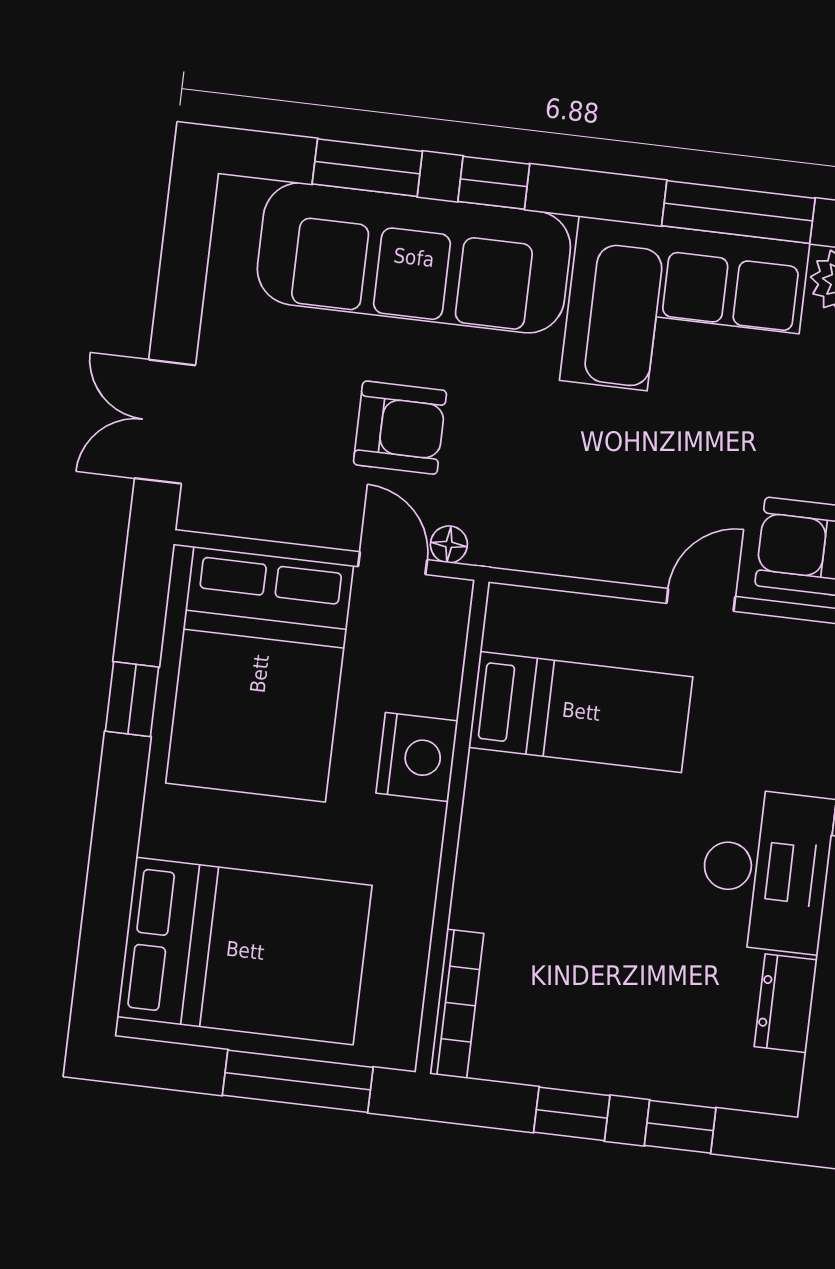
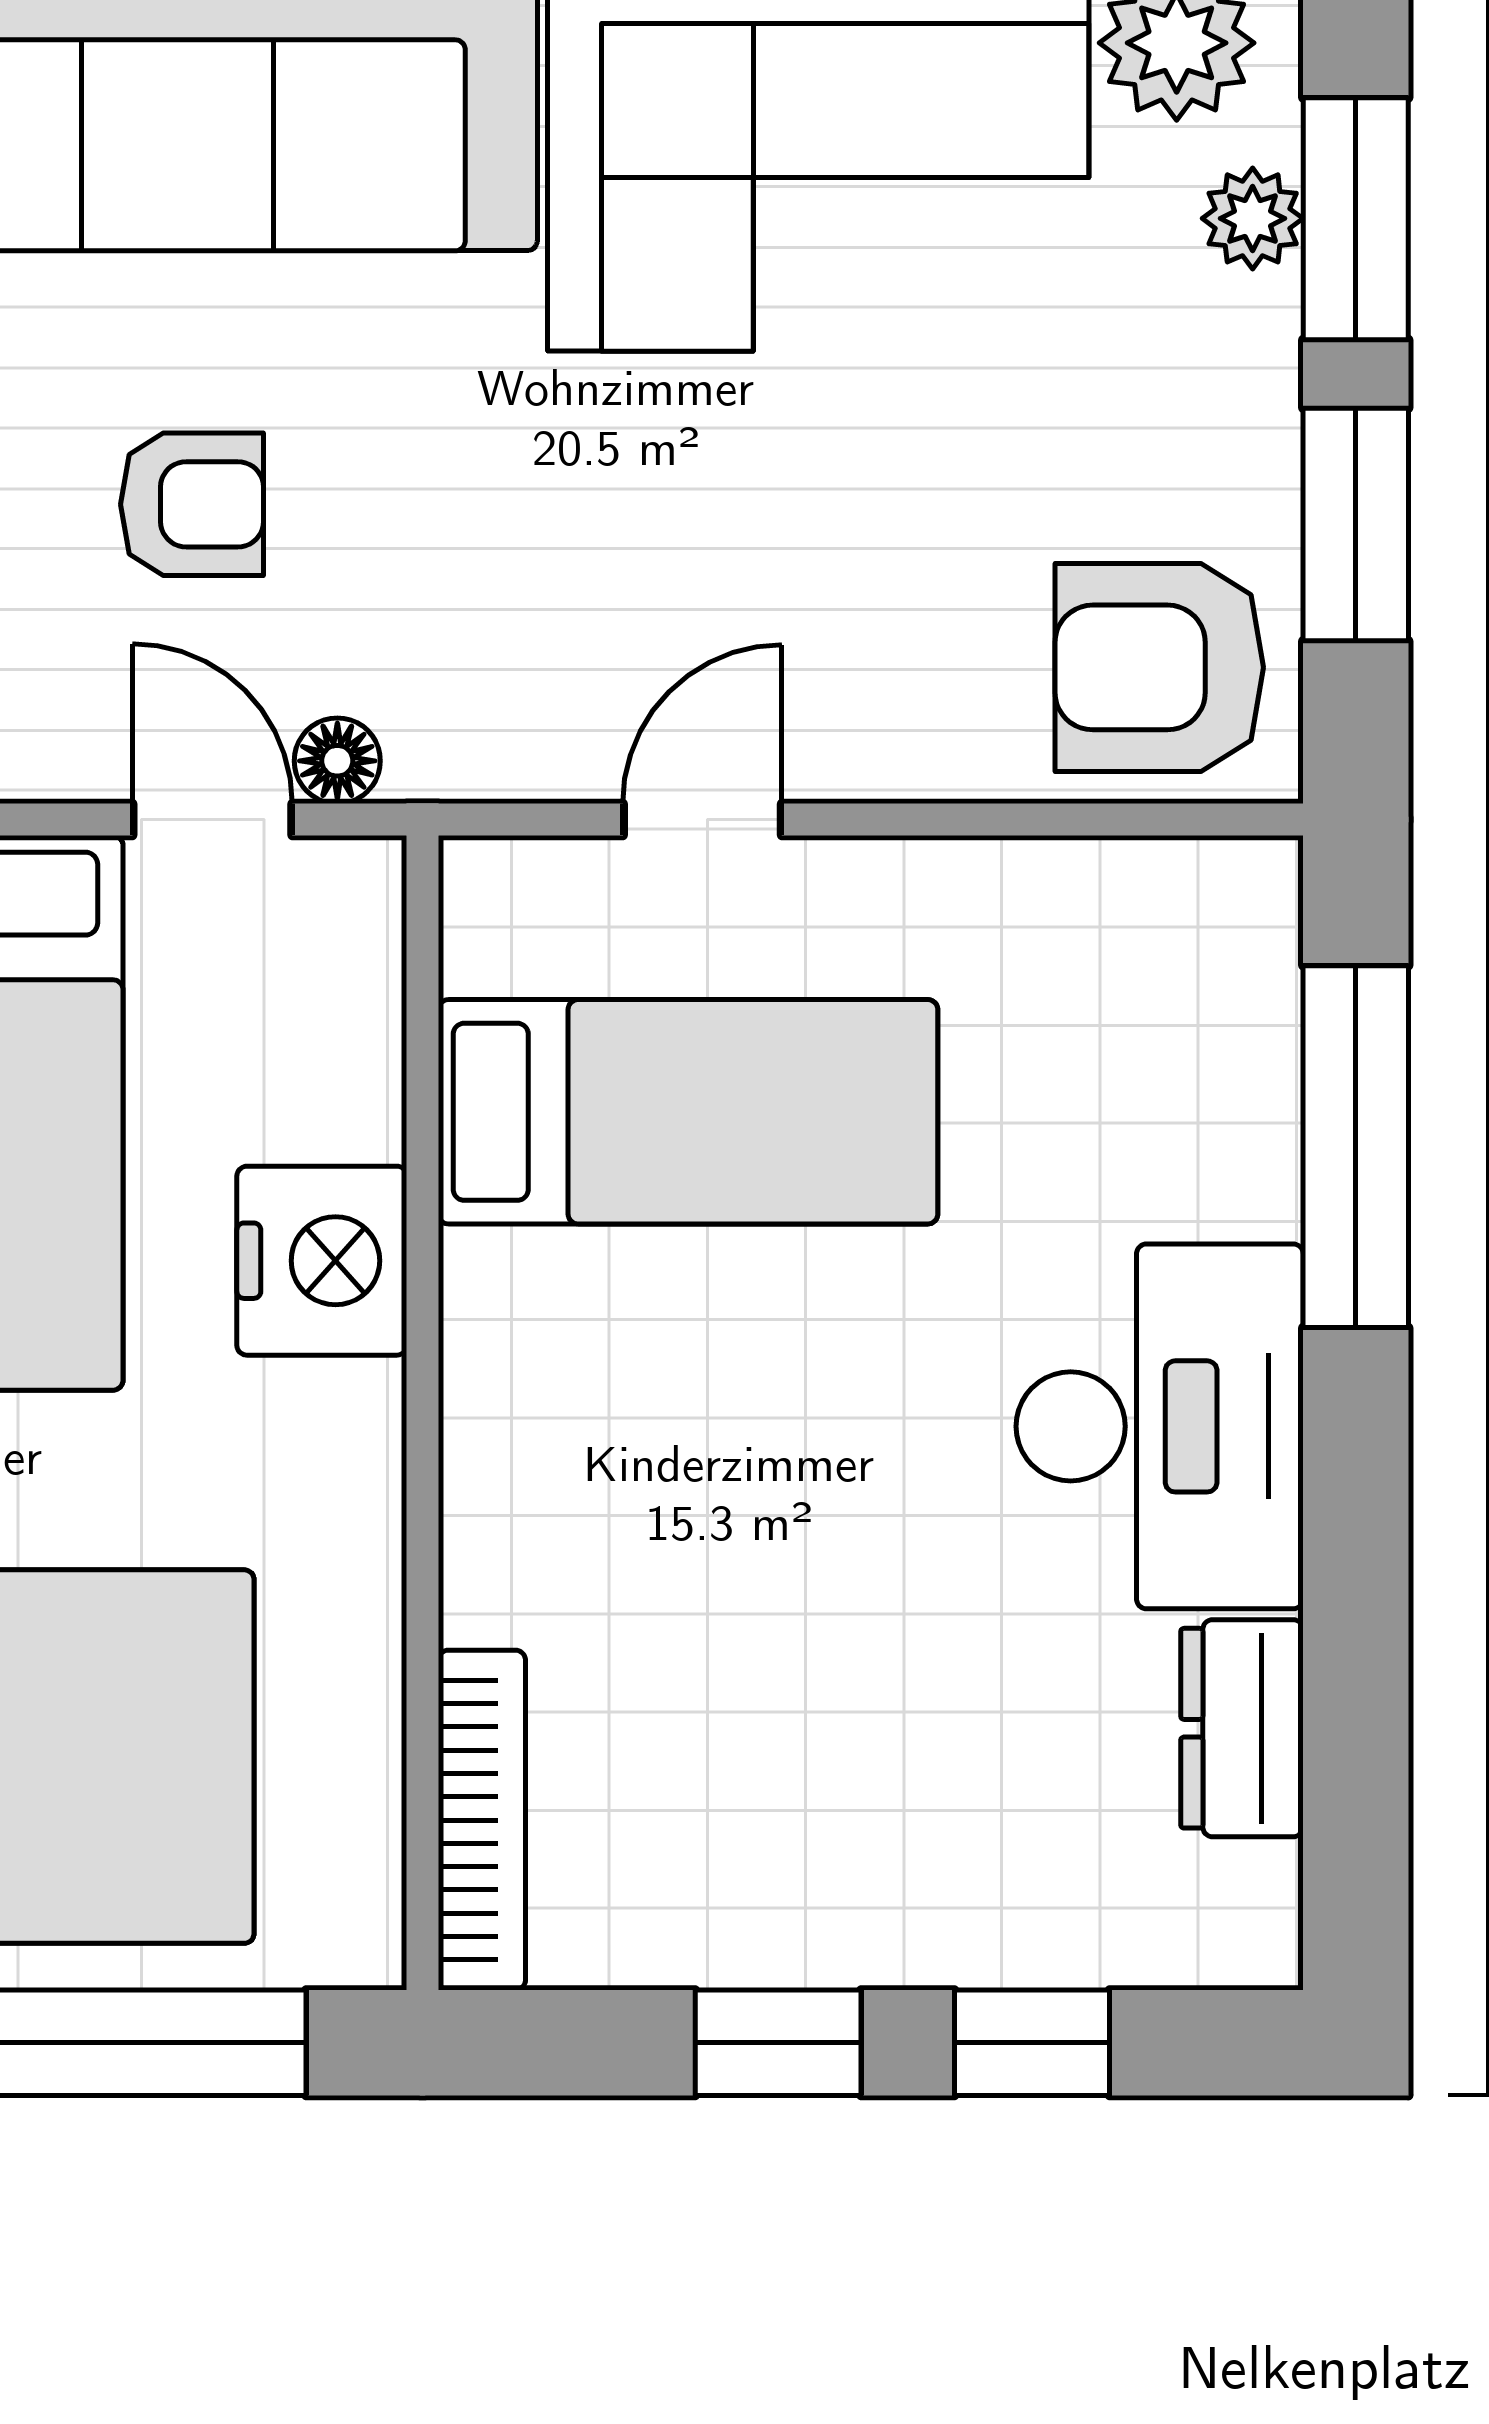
armchair: (400, 428) -> (192, 504), width x0.72, depth x0.72
door: (701, 600) -> (702, 820), moved

